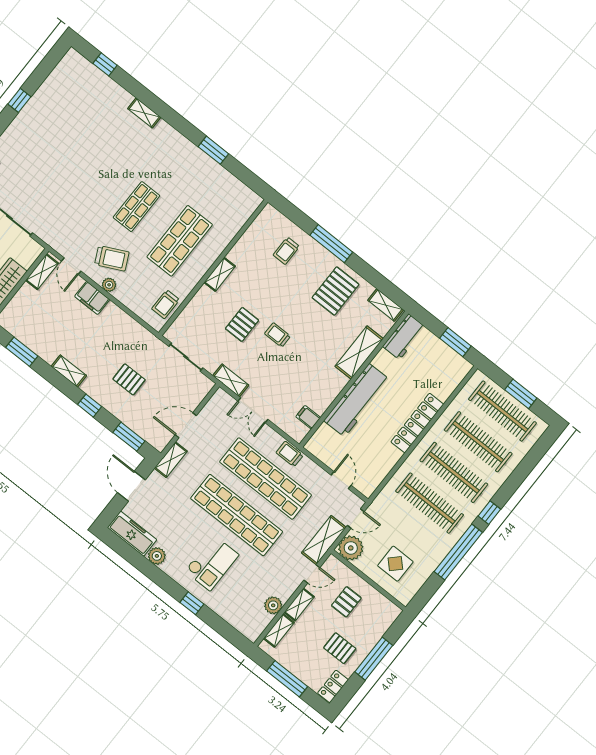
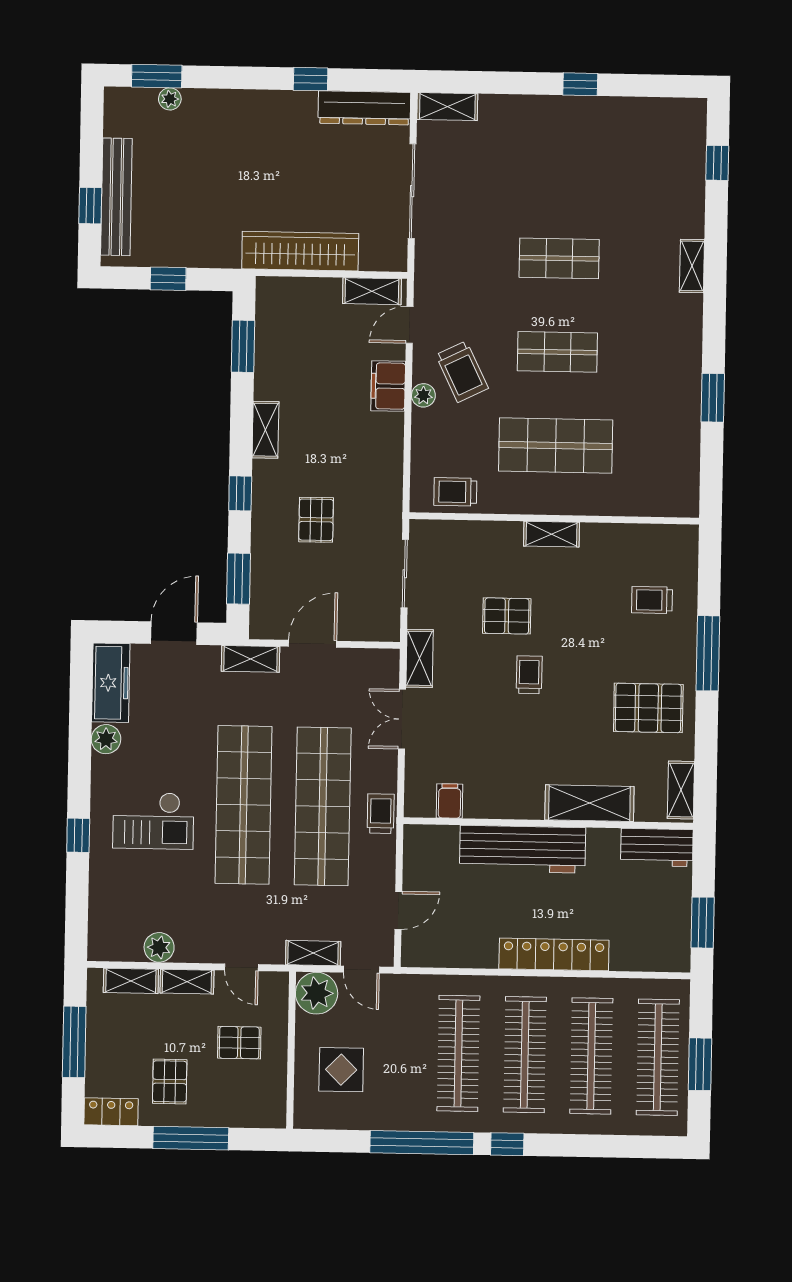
shop shelf: (93, 172) -> (559, 258), added
door: (186, 425) -> (313, 644), hinge flipped
shelving: (324, 540) -> (313, 953), width x0.67, depth x0.75

